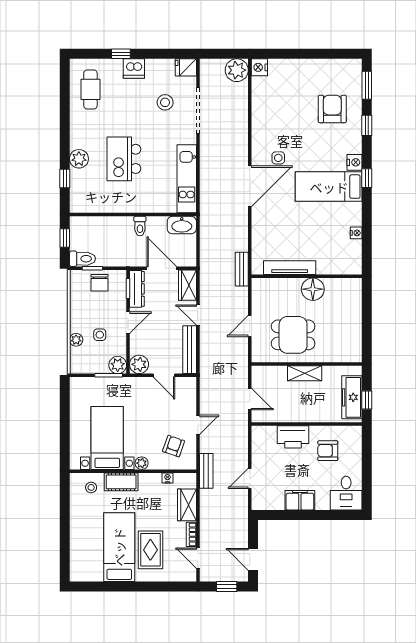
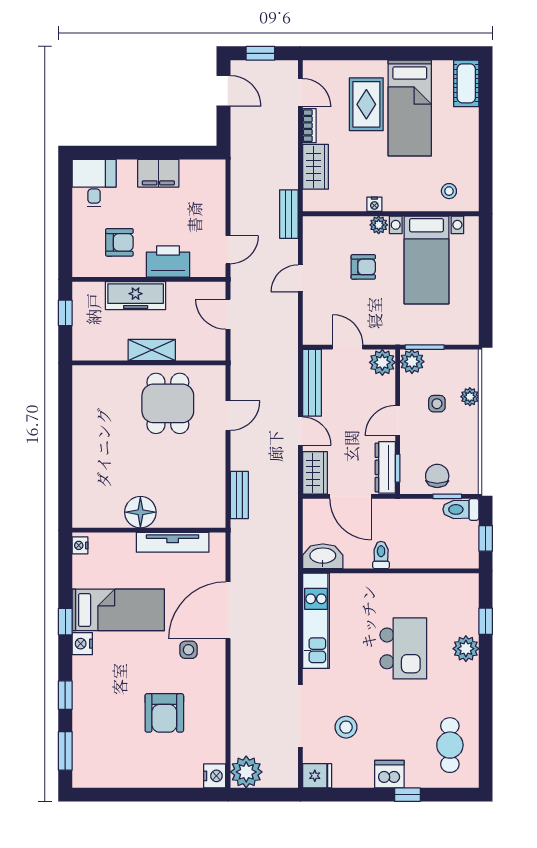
armchair: (332, 109) -> (164, 713), moved
tv unit: (290, 268) -> (173, 542), moved
wall: (307, 276) -> (149, 530), moved
floor lamp: (313, 289) -> (140, 512), moved
dining table: (293, 335) -> (168, 403), turned 90
freezer: (352, 397) -> (136, 296), moved, turned 90
armchair: (174, 446) -> (363, 267), moved, turned -109
nightstand: (168, 478) -> (374, 204), moved
door: (250, 478) -> (228, 250), moved
cot: (121, 482) -> (466, 83), moved, turned 90

